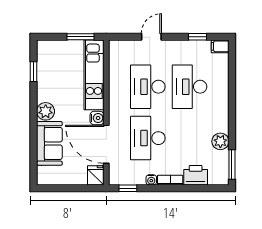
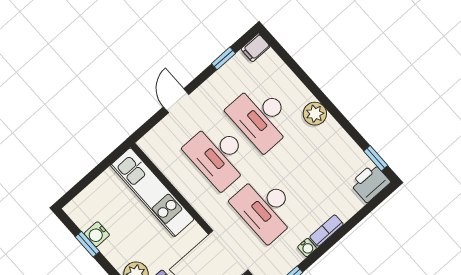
window: (81, 37) -> (104, 165), removed
water cooler: (97, 118) -> (97, 234), moved, turned 180
plant: (220, 141) -> (315, 114), moved
window: (232, 165) -> (376, 158), width x0.67
printer: (196, 175) -> (370, 183), moved

